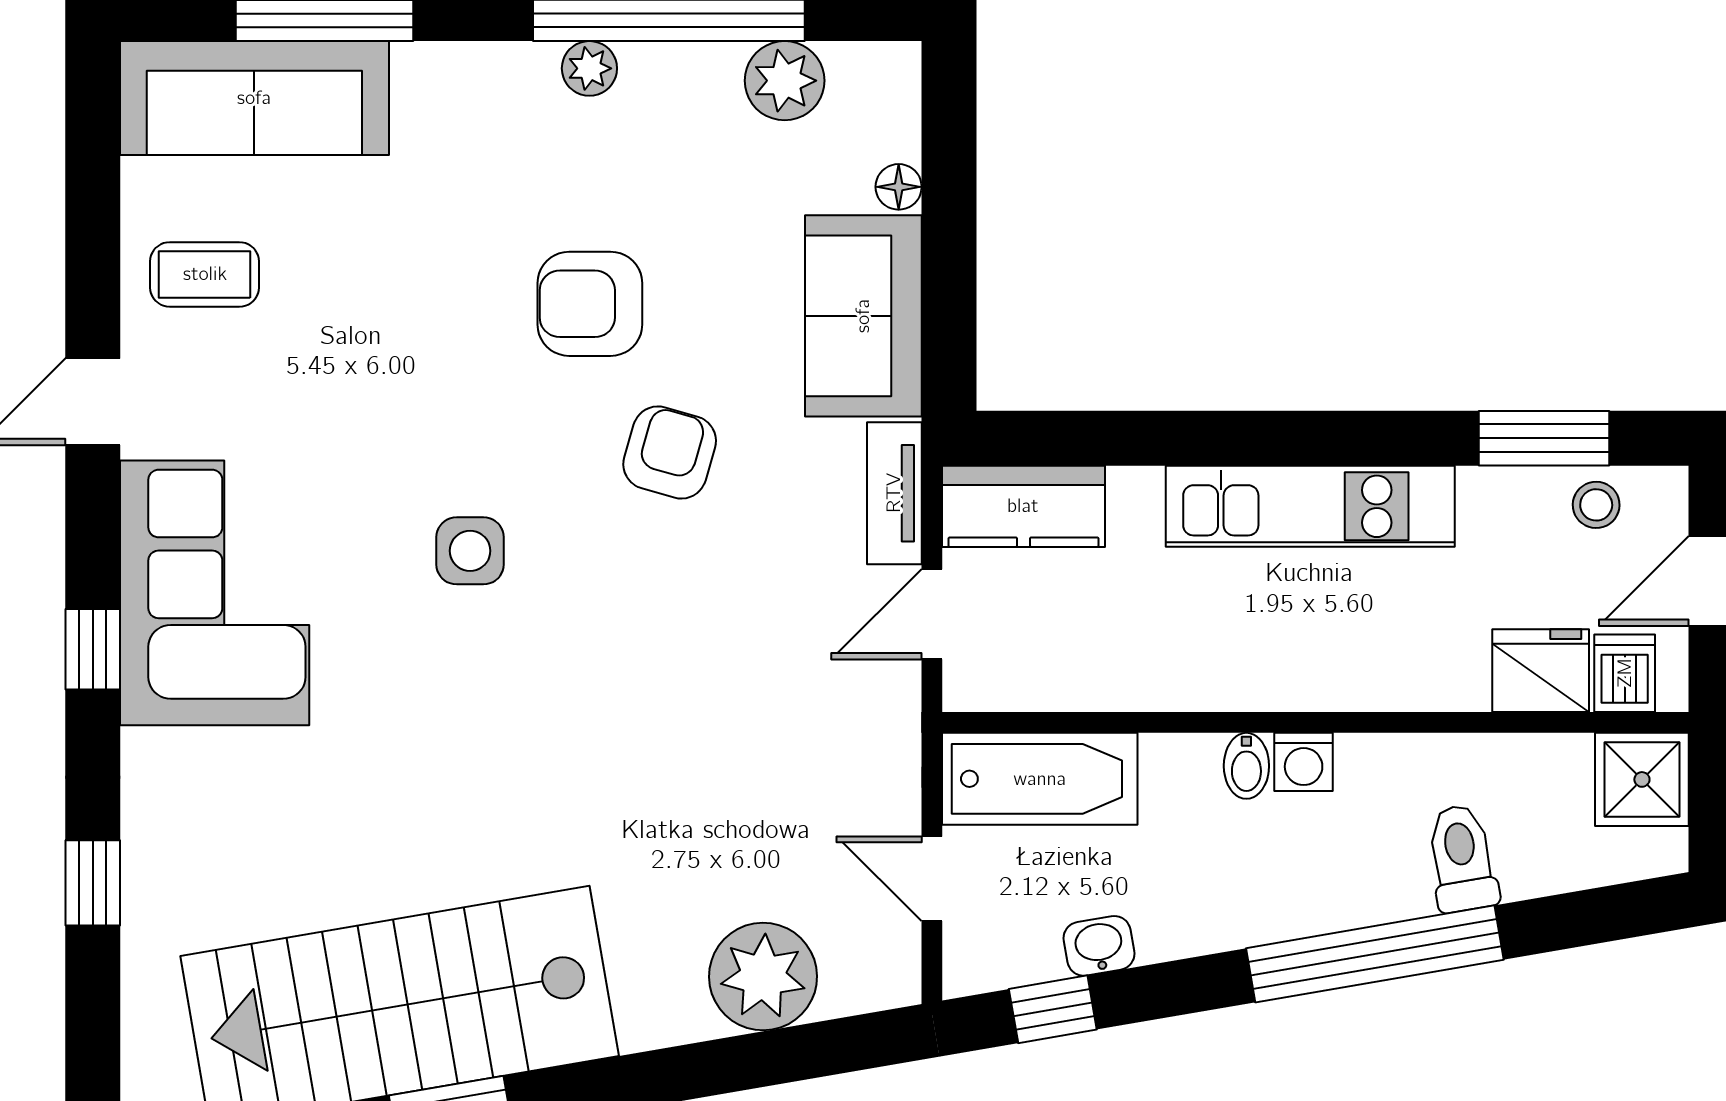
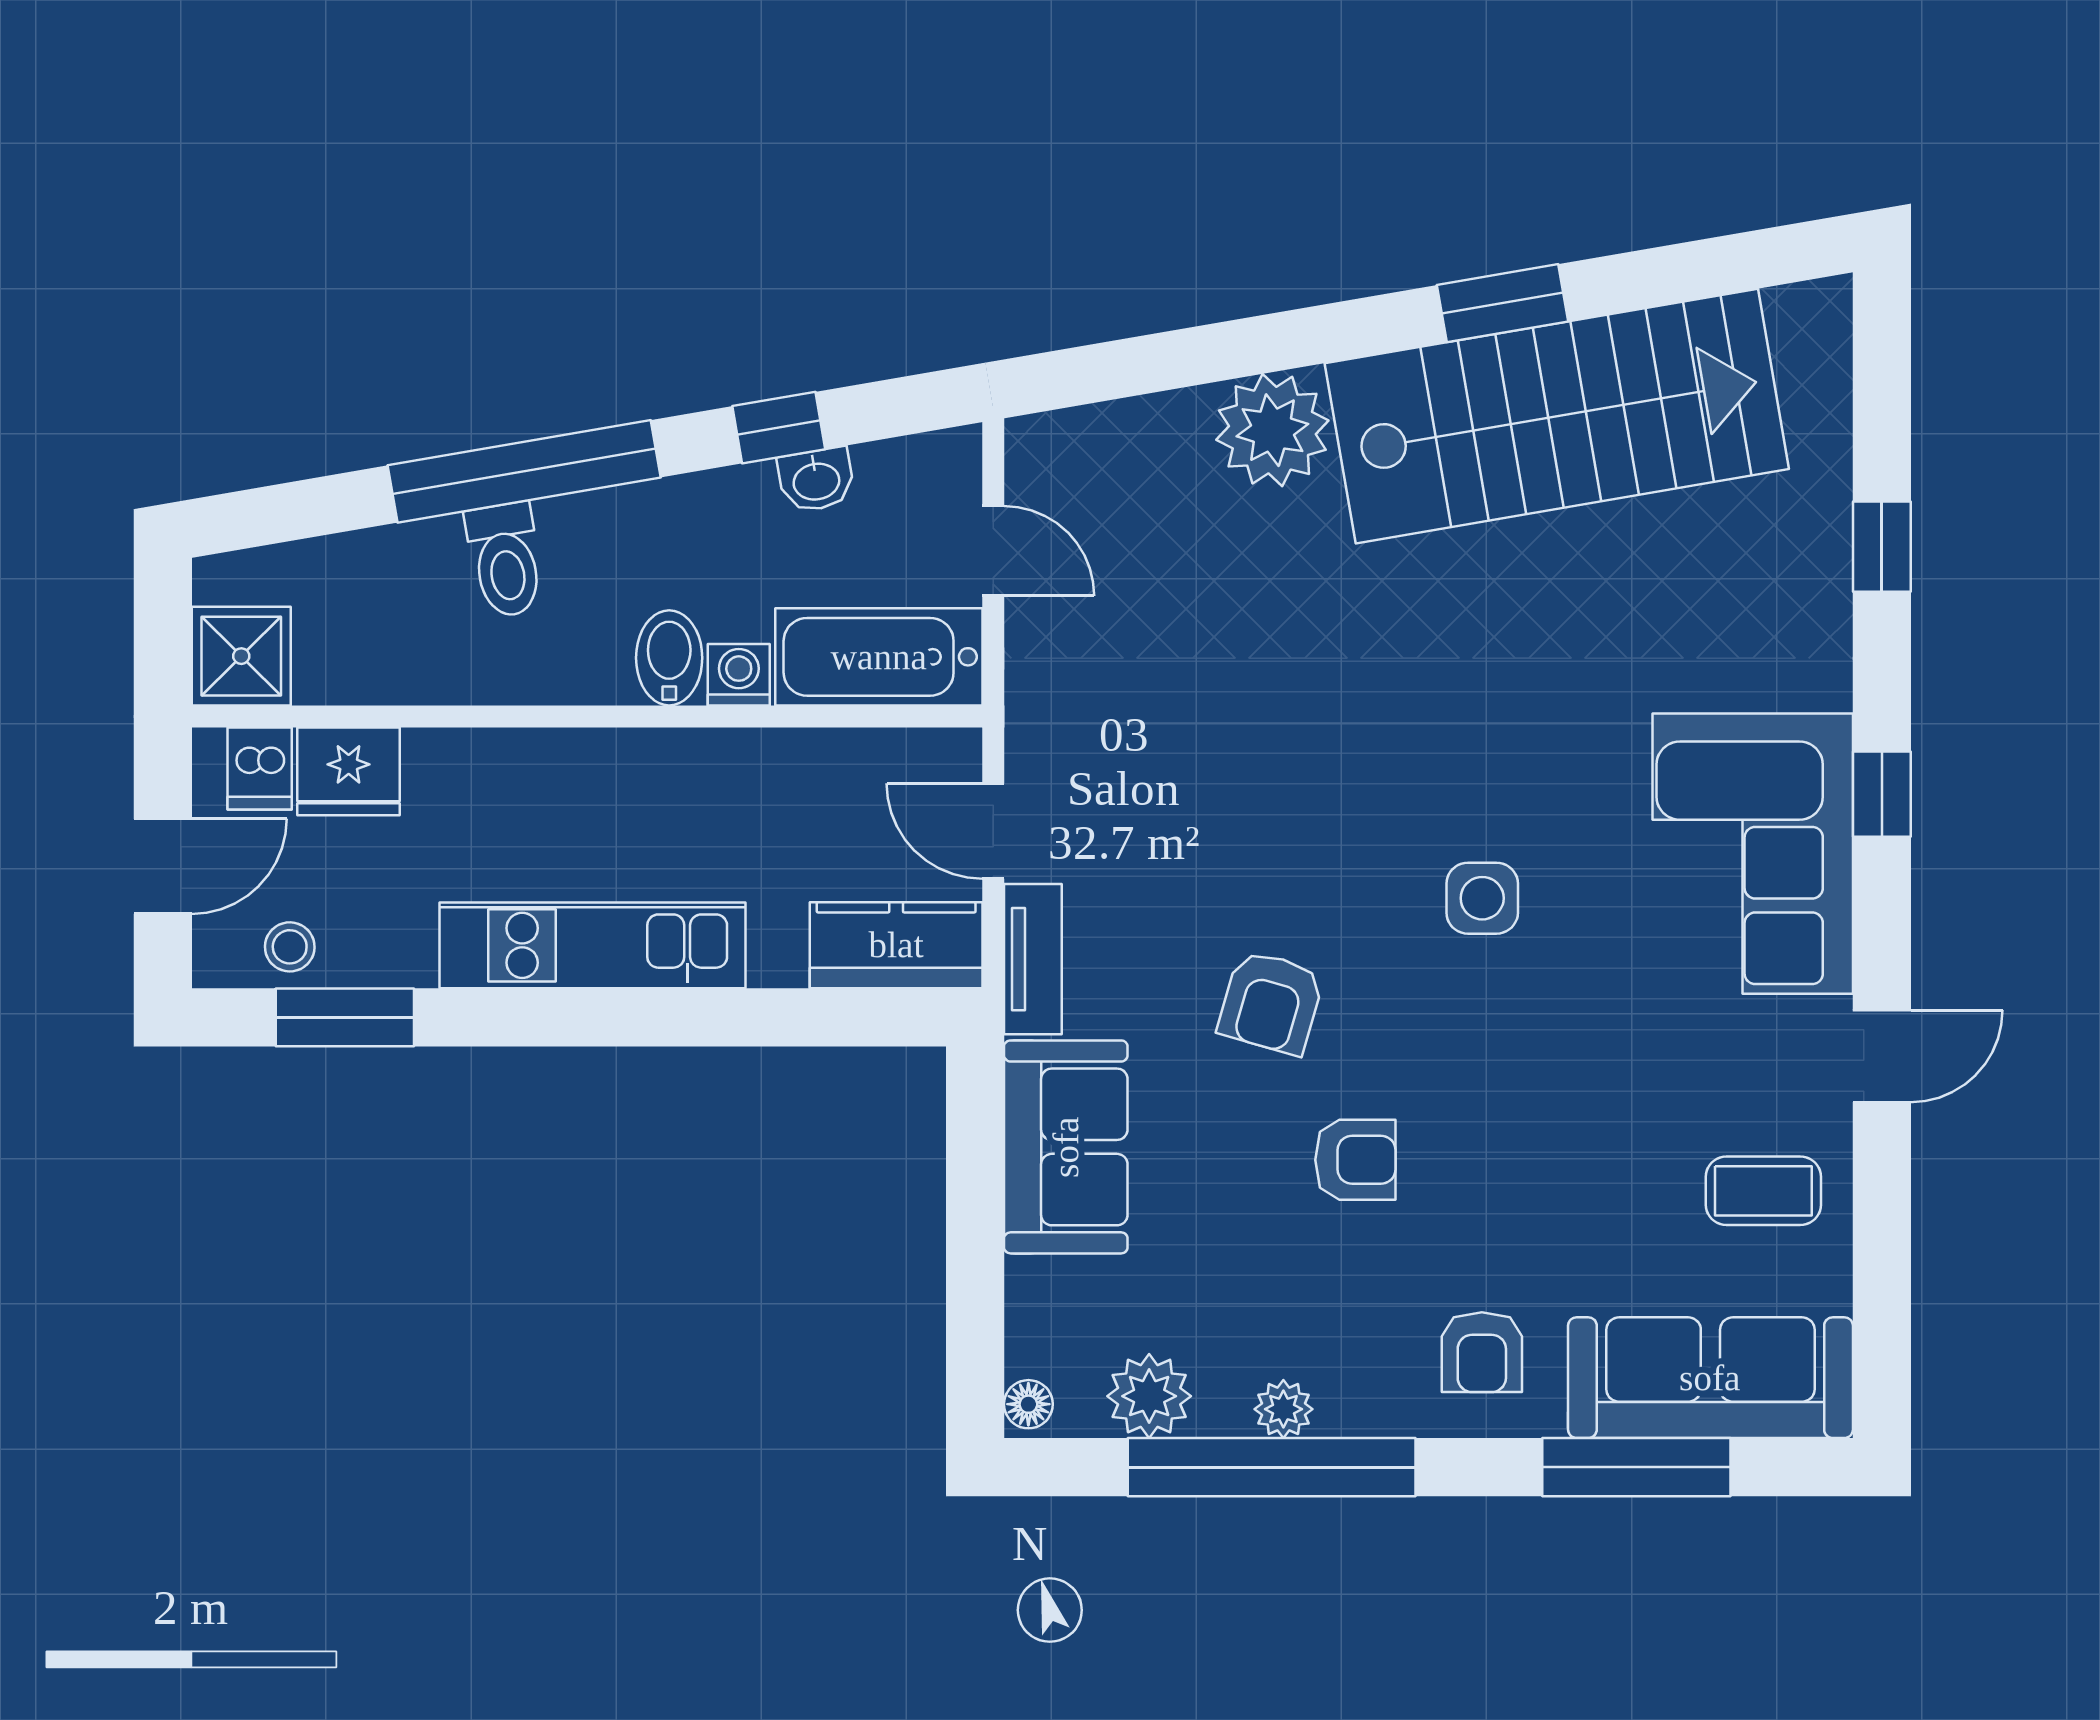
plant: (589, 68) -> (1283, 1409), moved
armchair: (470, 122) -> (1482, 1352), added
floor lamp: (899, 187) -> (1028, 1404), moved
armchair: (590, 304) -> (1355, 1160), width x0.72, depth x0.72
door: (932, 614) -> (993, 831), swing flipped
washing machine: (1304, 762) -> (739, 675), moved
bidet: (1246, 766) -> (669, 658), width x1.38, depth x1.36
toilet: (1462, 858) -> (505, 560), moved
plant: (763, 977) -> (1272, 430), moved
window: (1053, 1009) -> (779, 428), moved

